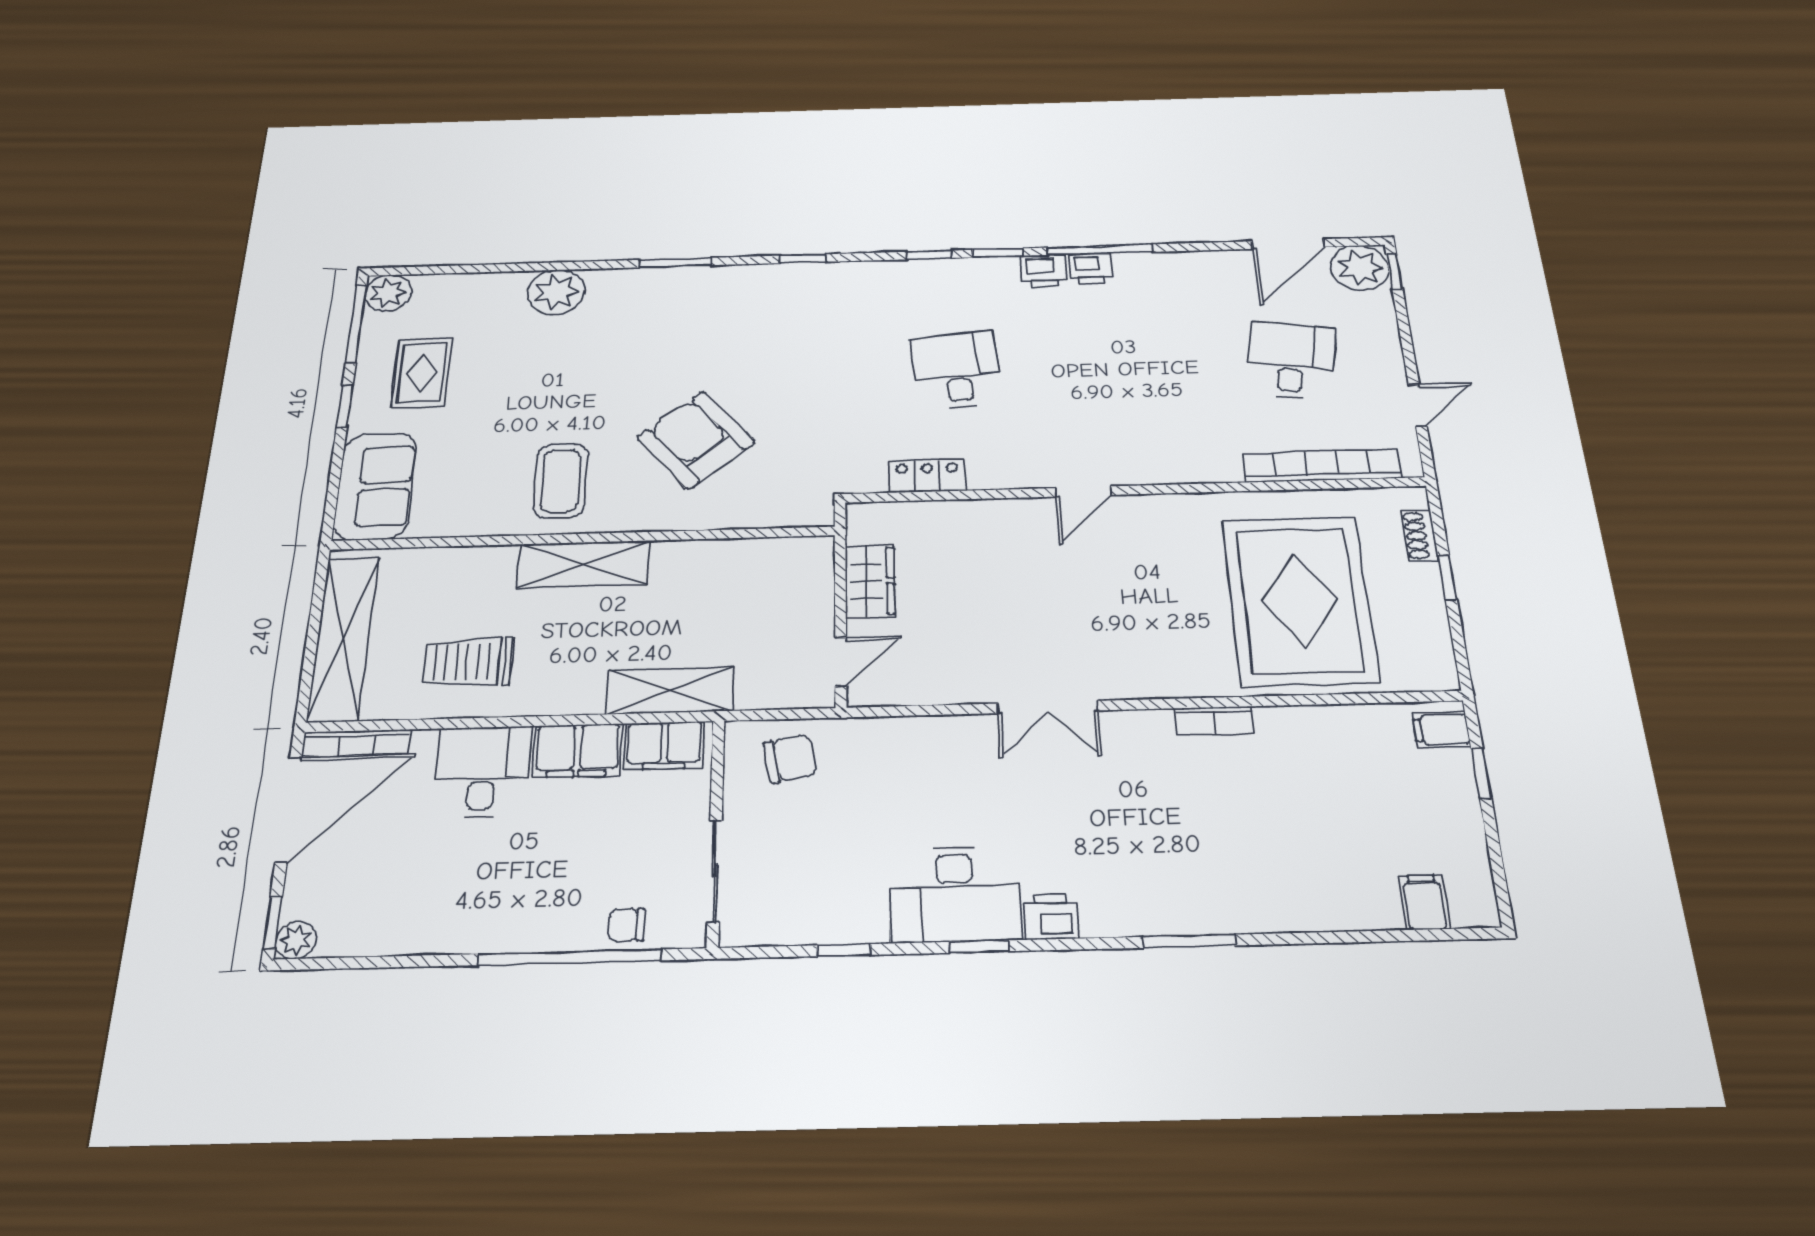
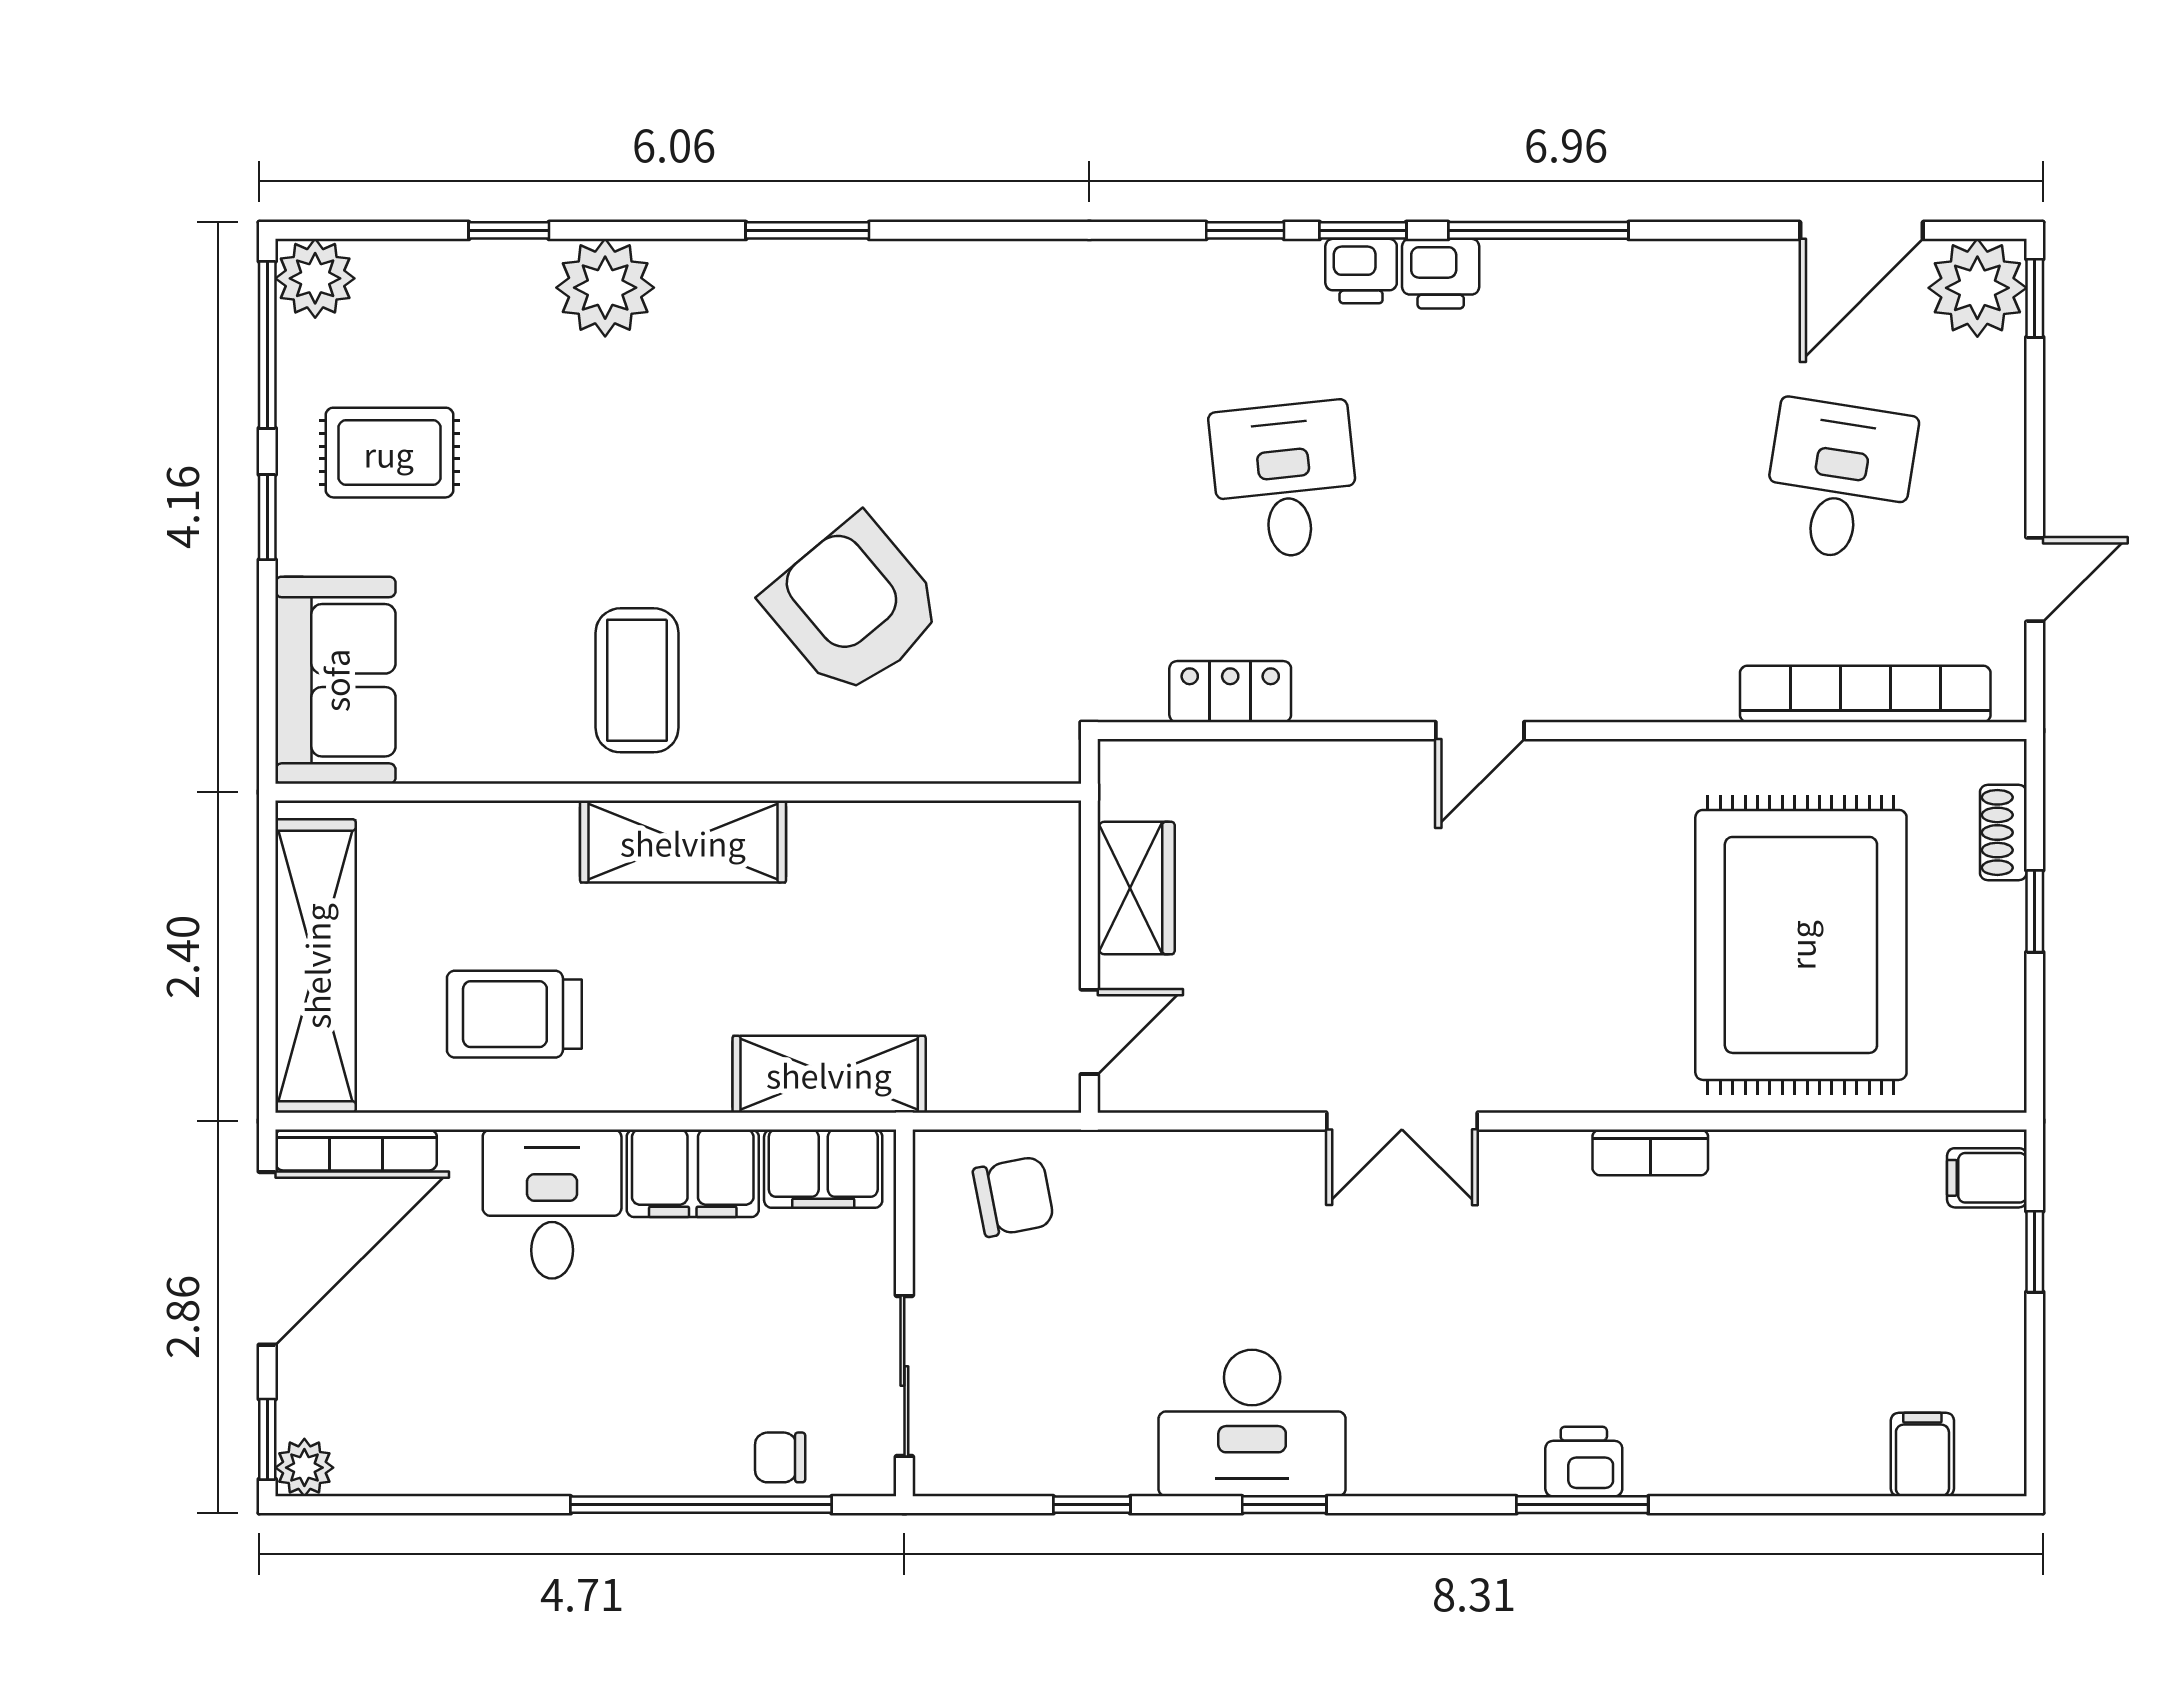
window: (803, 259) -> (509, 230), moved
printer: (1091, 268) -> (1361, 271), moved
rug: (422, 373) -> (389, 453), turned 90
printer: (1051, 917) -> (1584, 1462), moved

